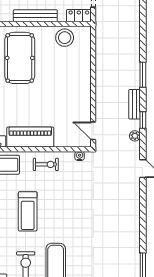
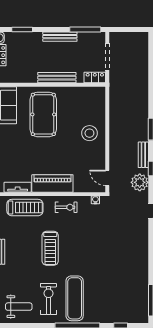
stool: (65, 38) -> (89, 133), moved
plant: (135, 136) -> (140, 182), width x1.88, depth x1.88

